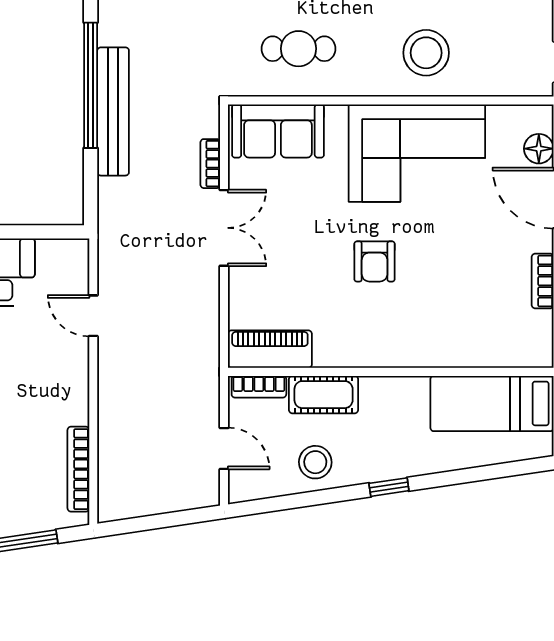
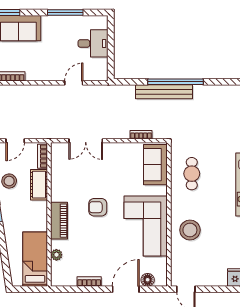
double door: (224, 228) -> (86, 141), moved
piano: (270, 349) -> (59, 221), moved
plant: (482, 355) -> (56, 255), added

